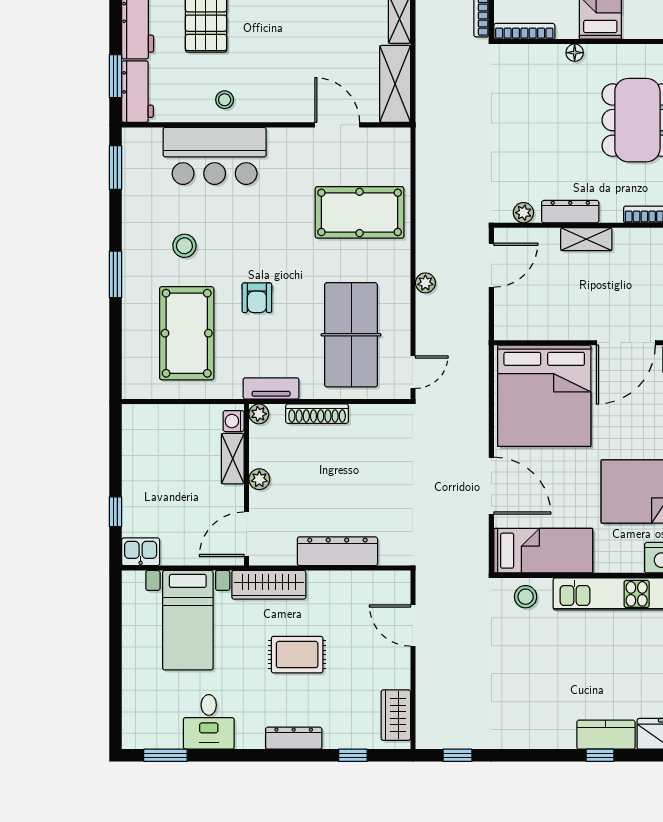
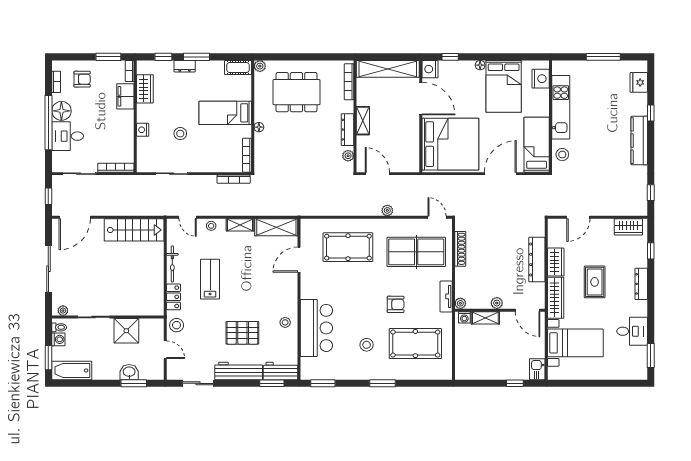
pool table: (360, 212) -> (348, 247), turned 90
shoe rack: (317, 414) -> (460, 249), moved
wardrobe: (333, 585) -> (556, 262), added
kitchen counter: (606, 735) -> (639, 141), moved, width x1.50

